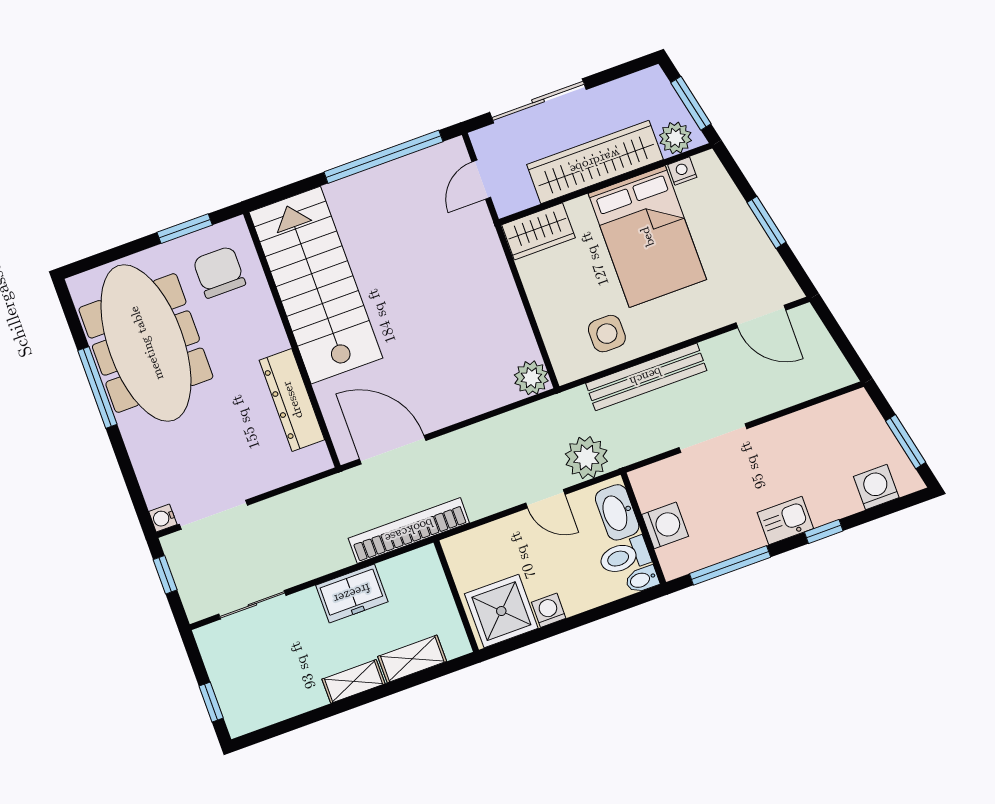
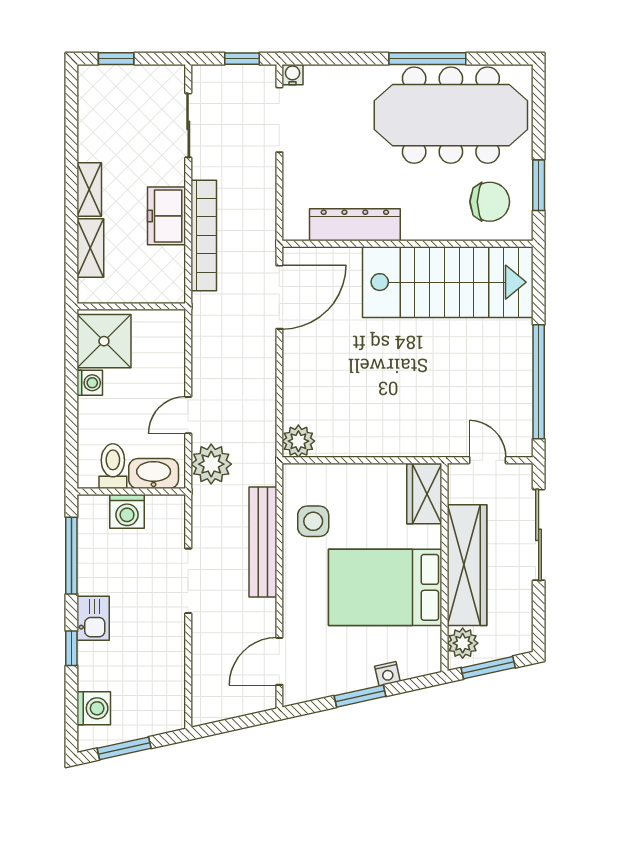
nightstand: (682, 171) -> (387, 674), moved, turned 78
bookcase: (409, 531) -> (204, 235), moved
bidet: (642, 579) -> (87, 474), removed

